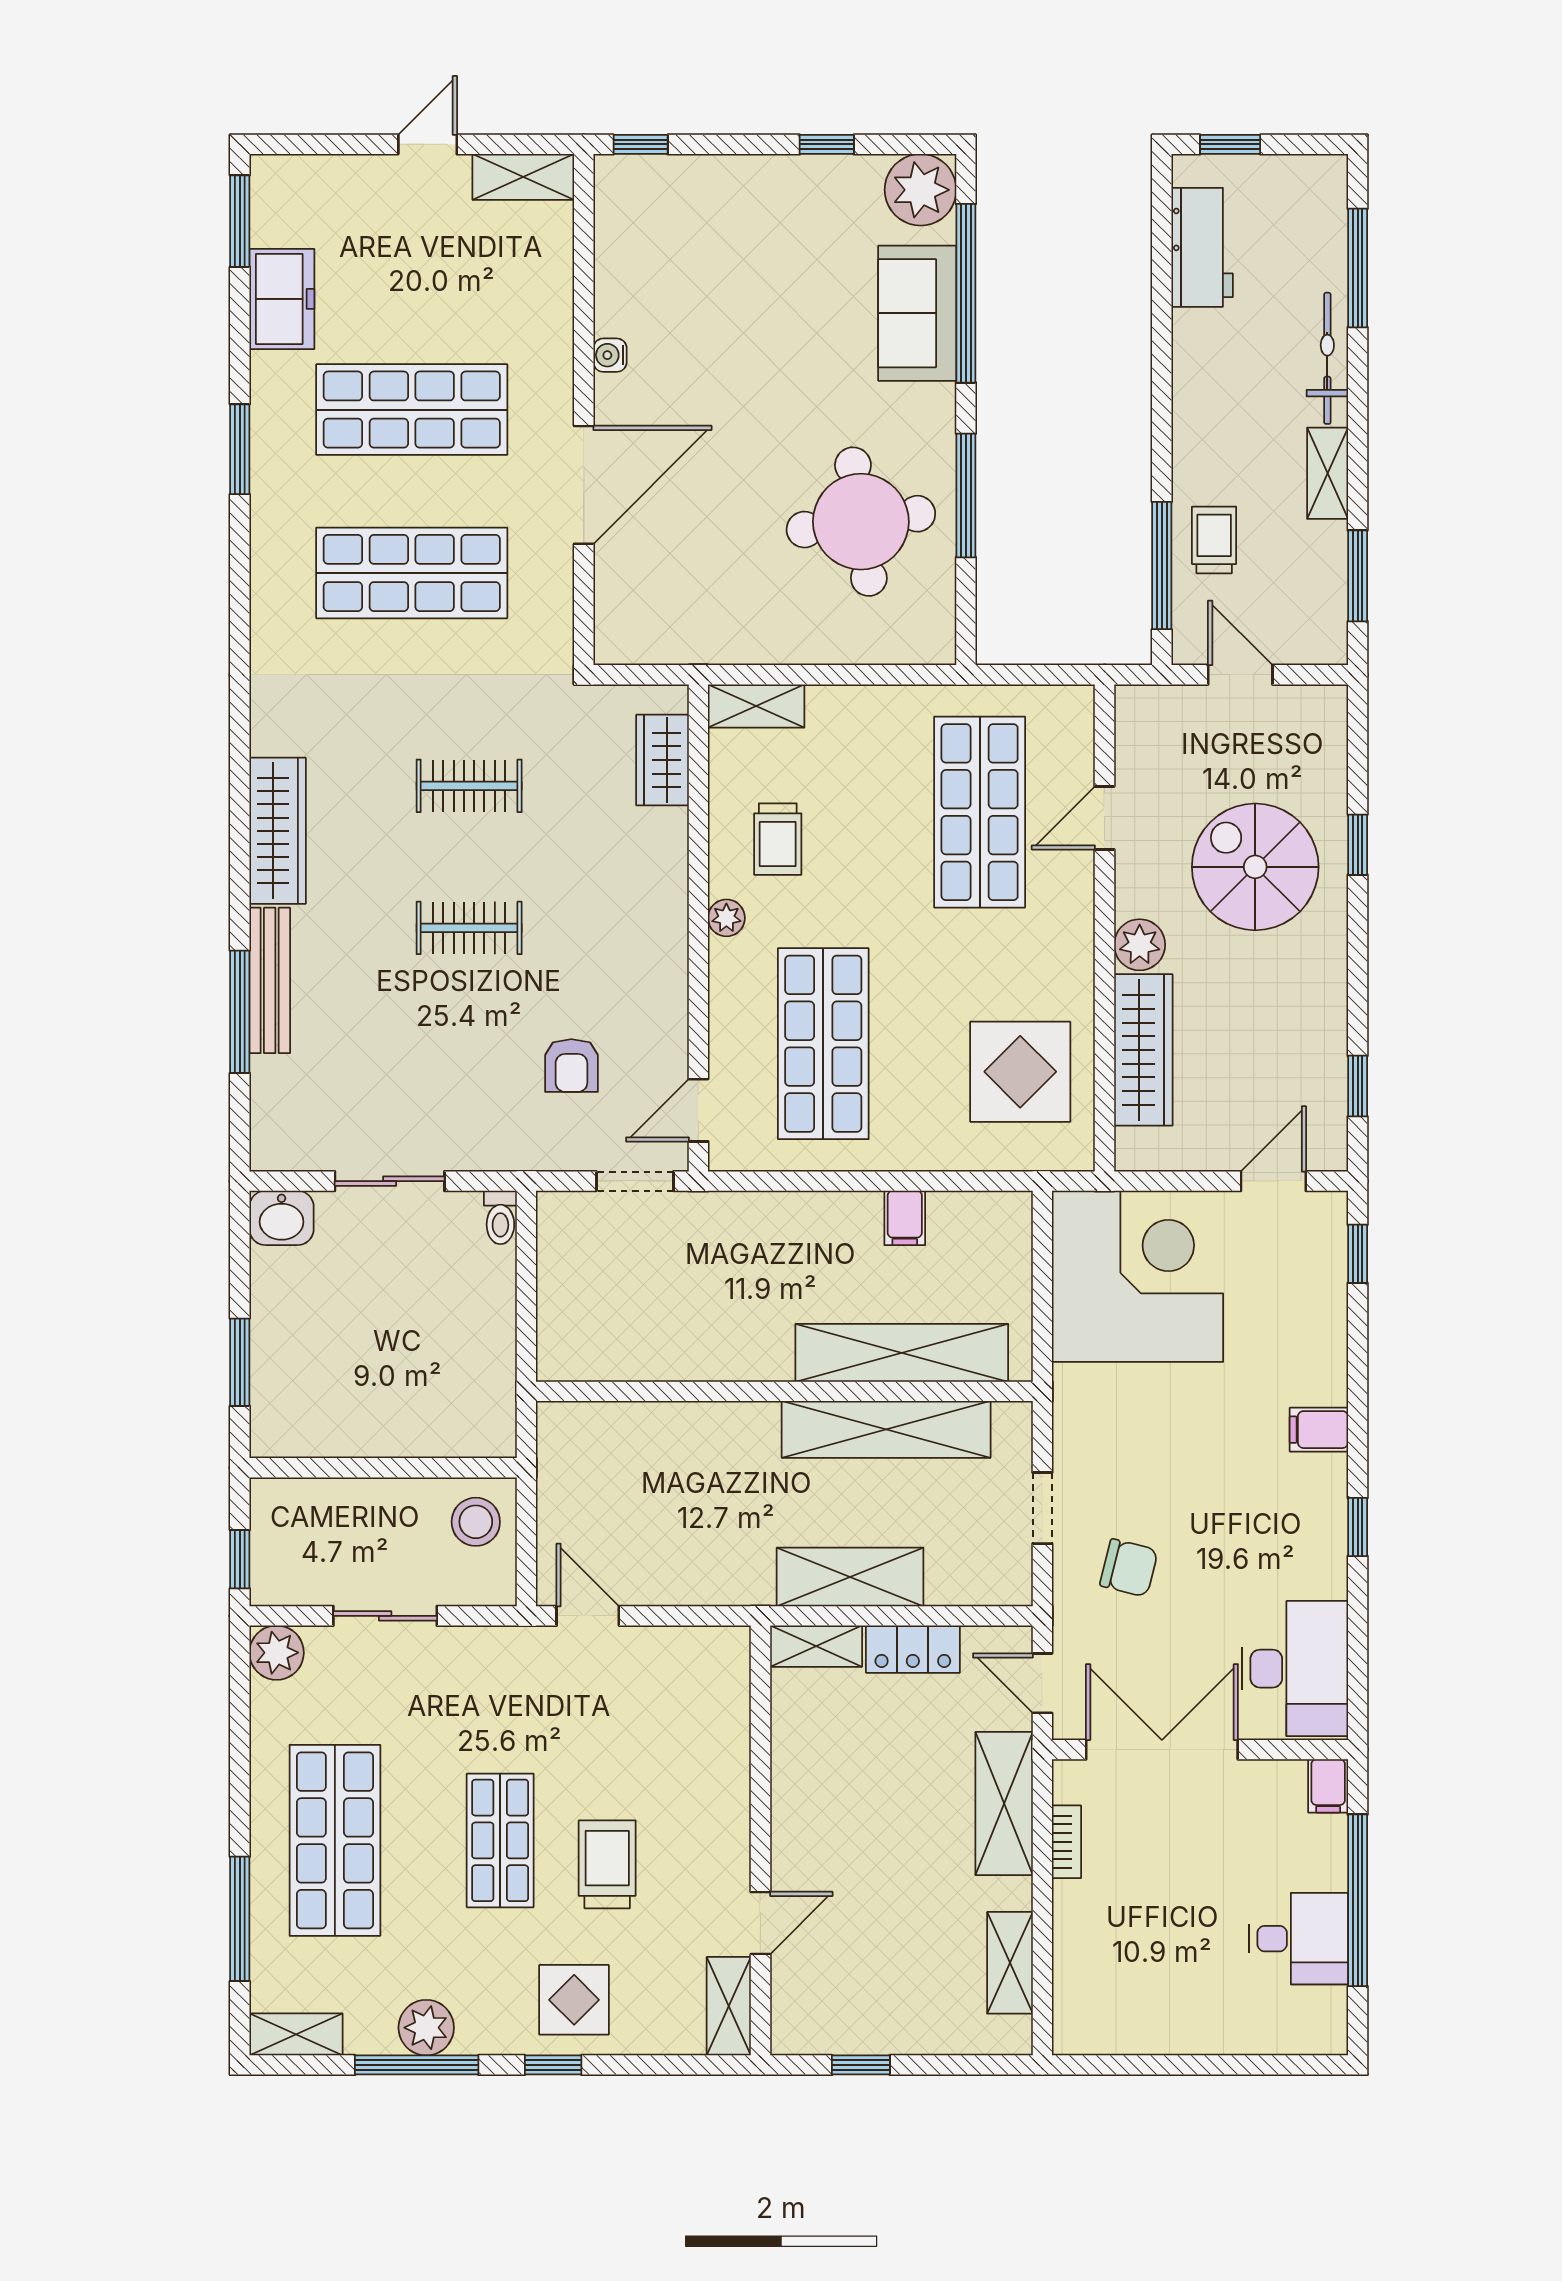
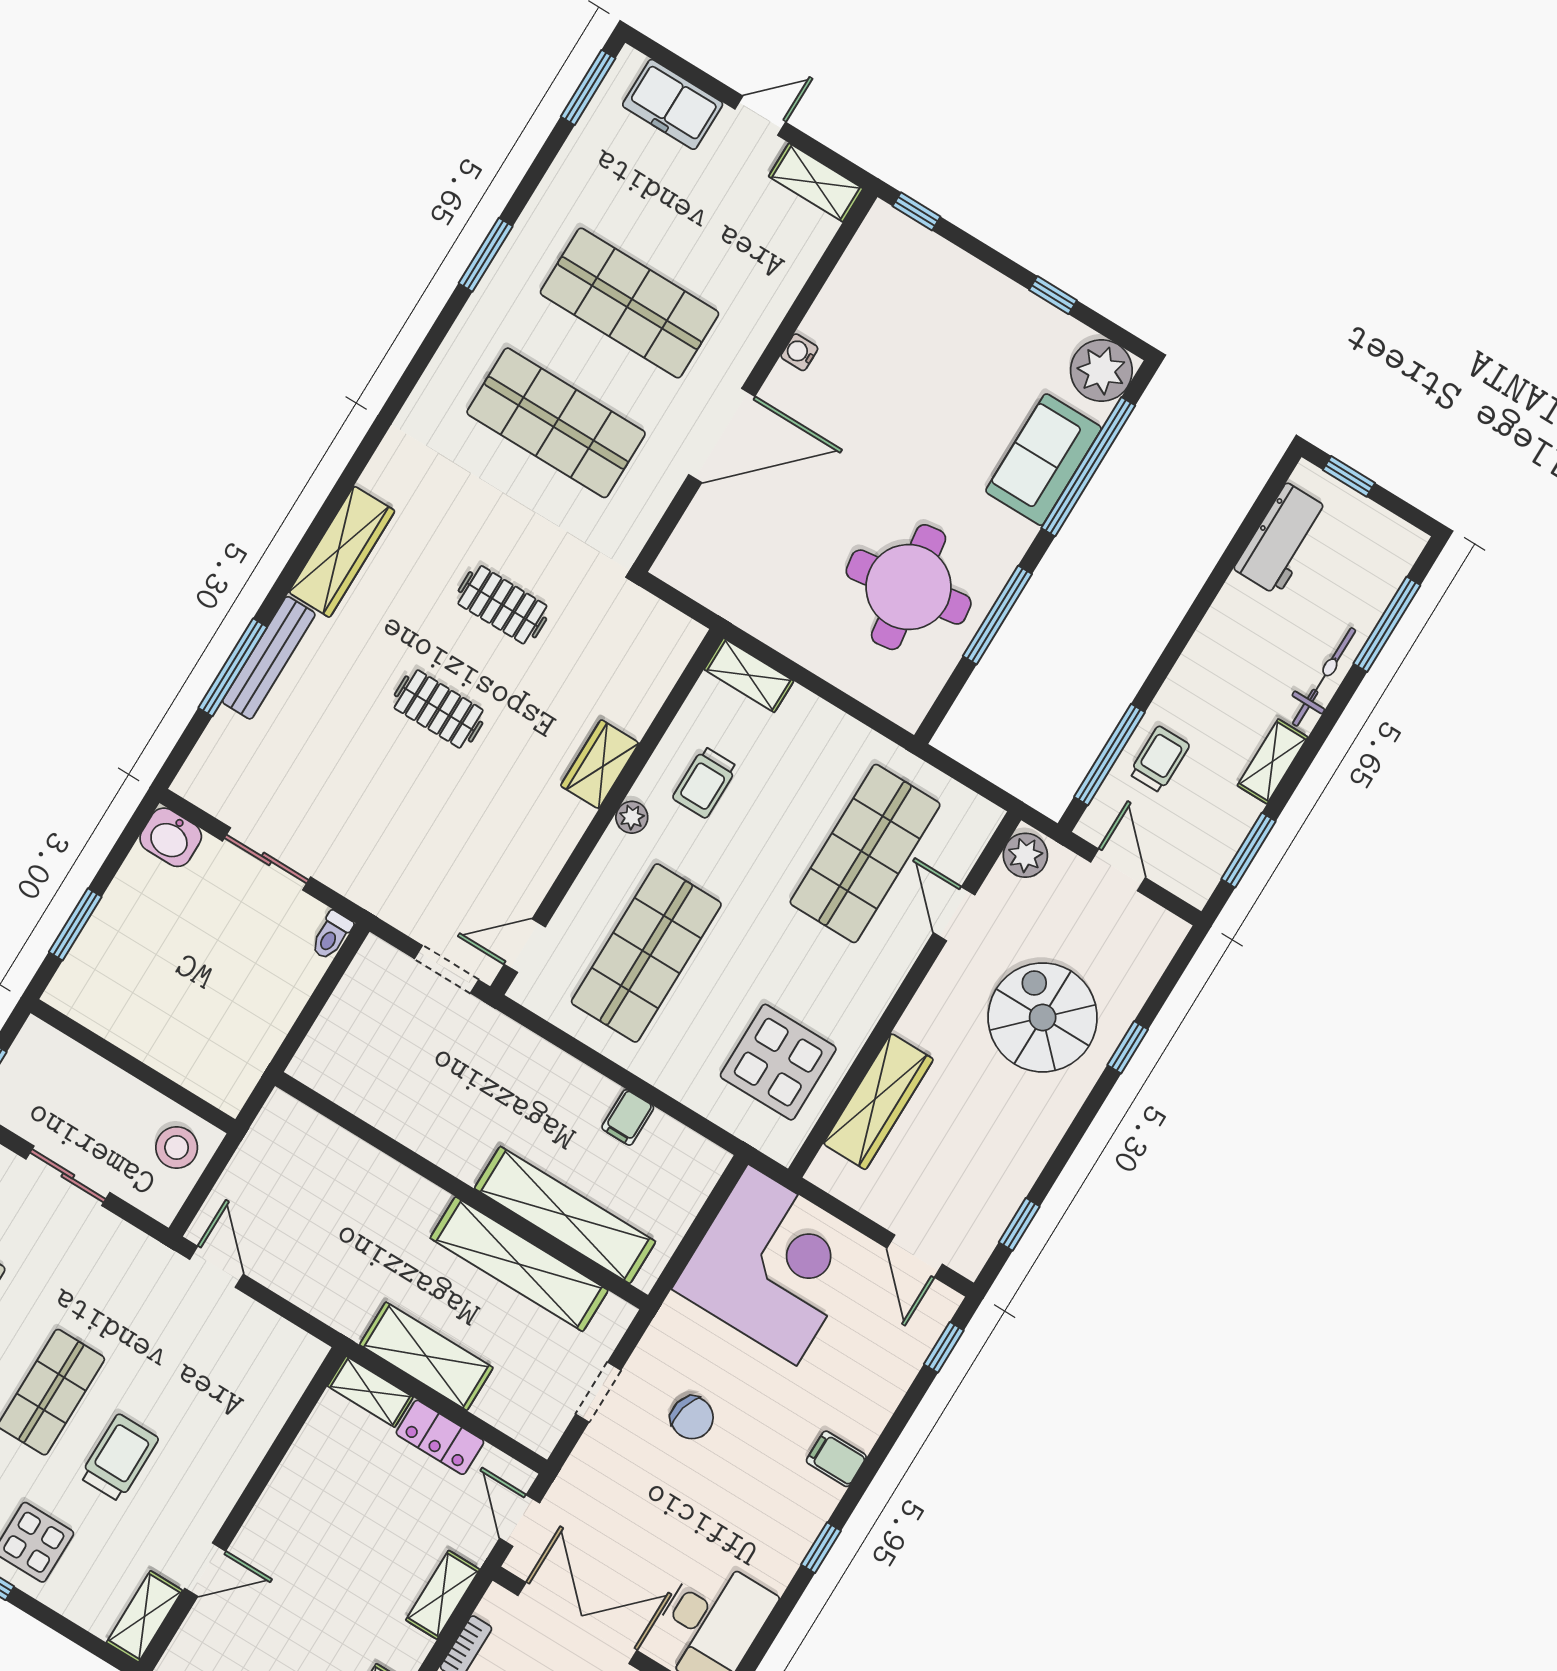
freezer: (282, 299) -> (673, 104), moved, turned 90
wardrobe: (663, 760) -> (600, 764), moved
door: (1104, 818) -> (954, 914), hinge flipped
plant: (1140, 945) -> (1025, 855), moved
armchair: (571, 1066) -> (452, 856), removed
door: (1273, 1181) -> (915, 1256), swing flipped
chair: (1129, 1568) -> (692, 1418), moved
shelving: (1004, 1803) -> (443, 1595), width x0.67, depth x0.75

